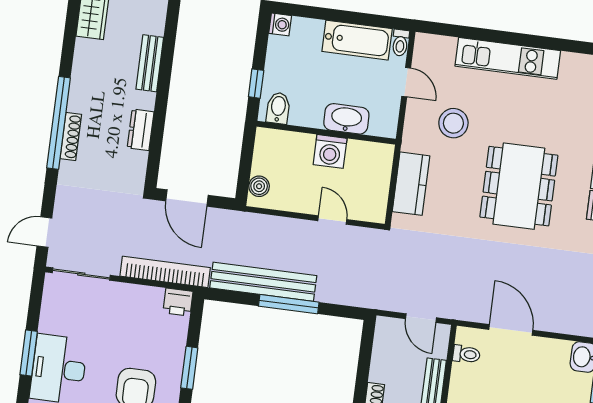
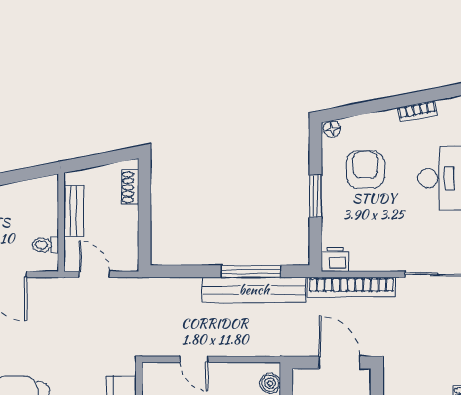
window: (289, 304) -> (251, 271), moved

